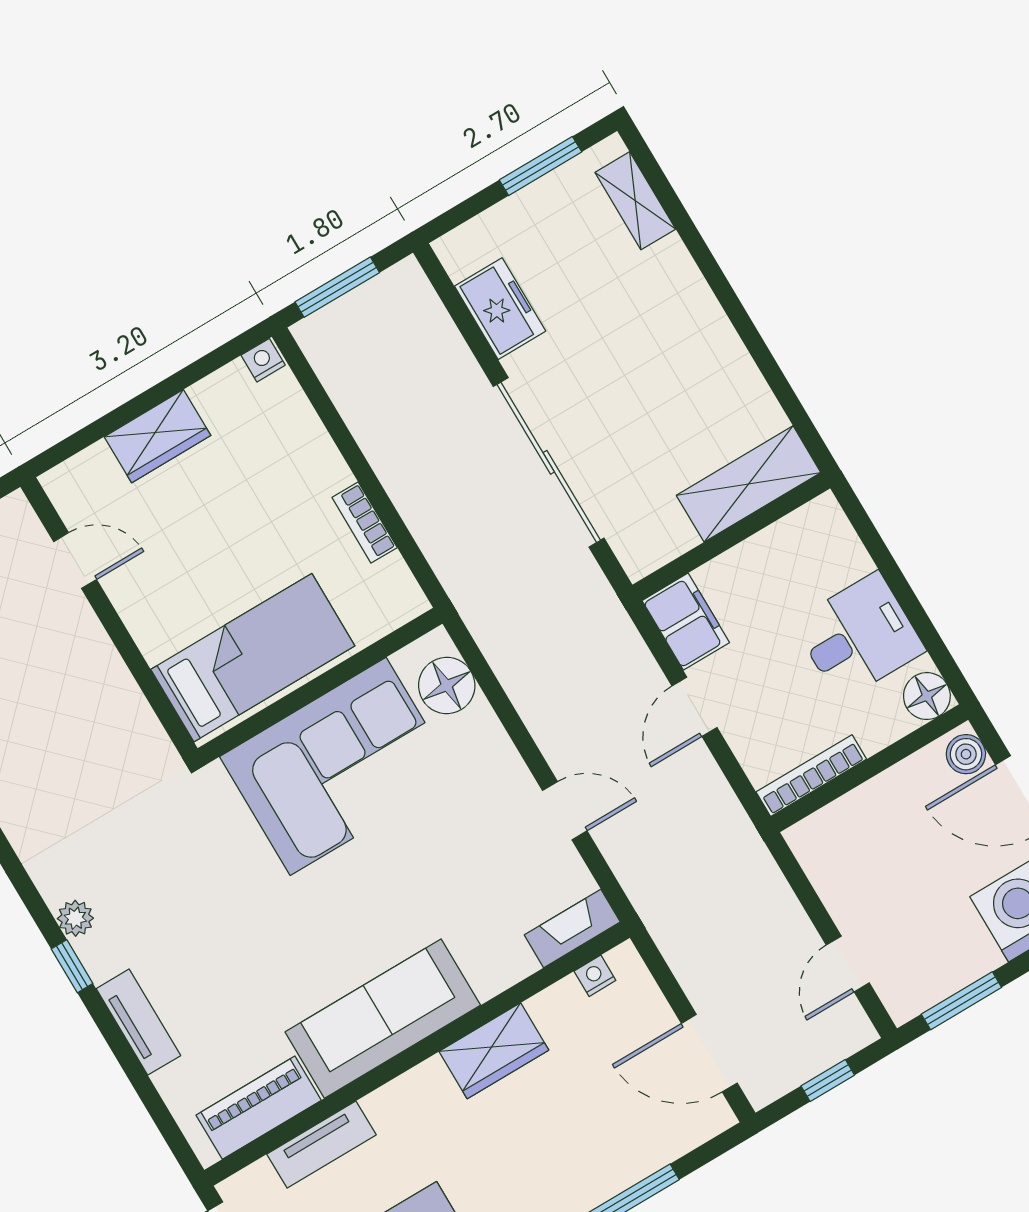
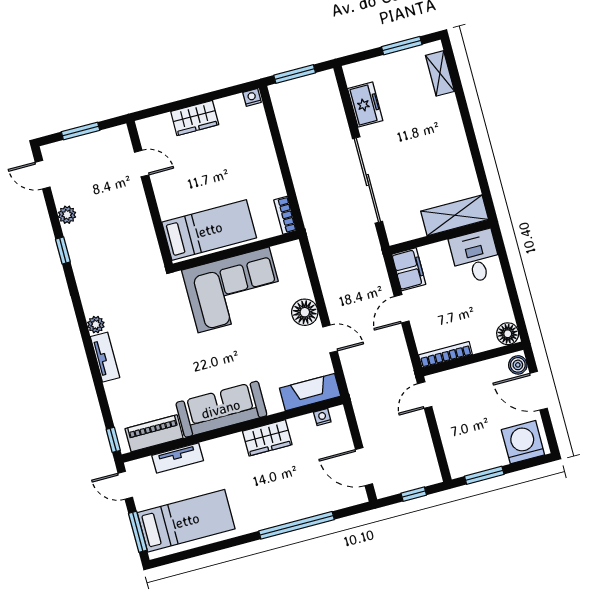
bookcase: (365, 523) -> (285, 215), moved
desk: (859, 636) -> (475, 257), moved, turned -90
floor lamp: (447, 685) -> (305, 312), moved
fireplace: (572, 928) -> (310, 392), width x1.37, depth x1.32
door: (848, 964) -> (425, 395), moved
window: (72, 966) -> (113, 440), moved
tv unit: (138, 1022) -> (105, 357), moved

